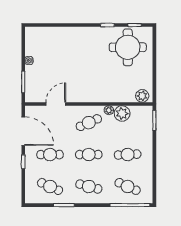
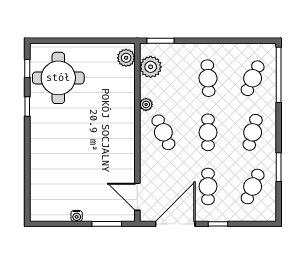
door: (56, 104) -> (137, 197), moved
plant: (122, 113) -> (151, 67), moved

